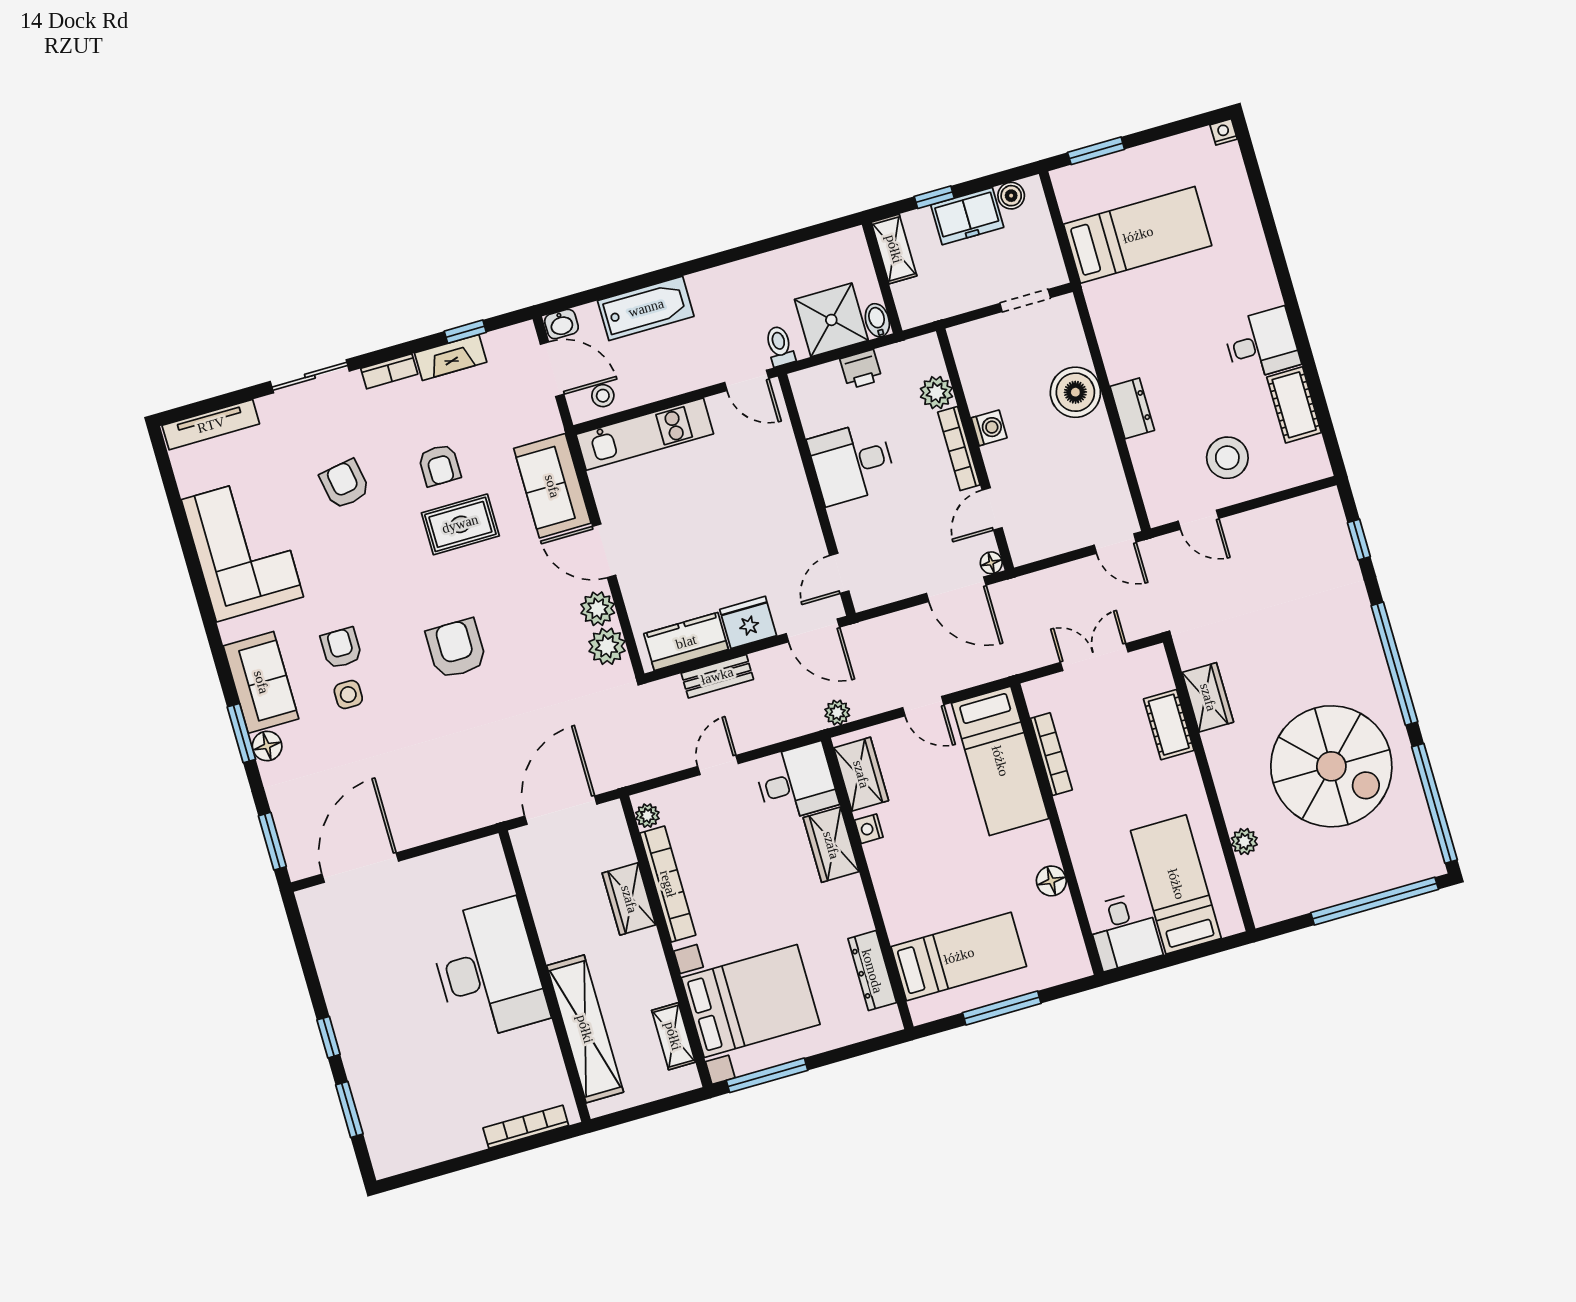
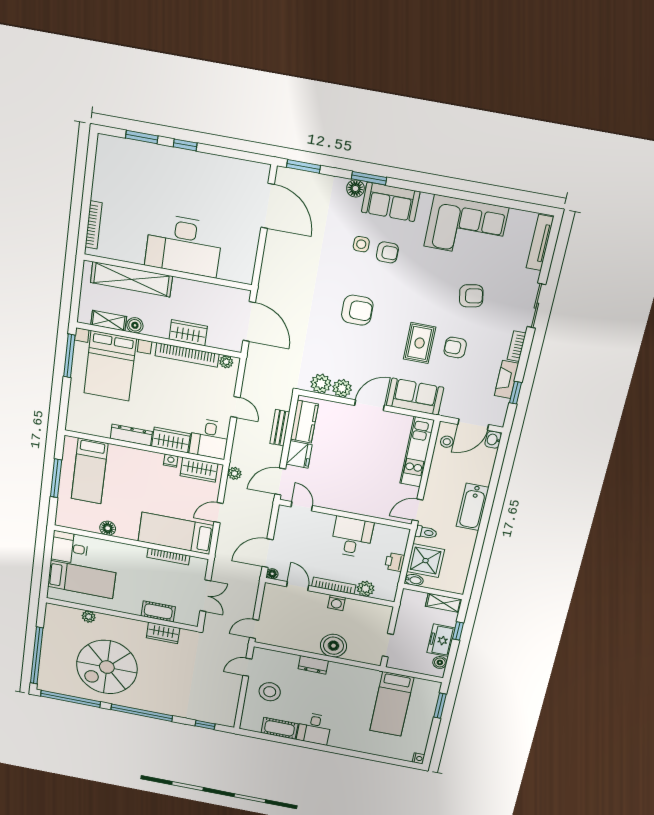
bathtub: (646, 308) -> (473, 507), moved
dresser: (872, 971) -> (131, 435), moved
boiler: (660, 990) -> (135, 325), added

